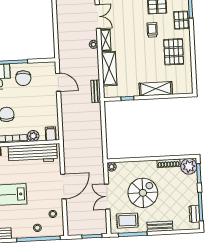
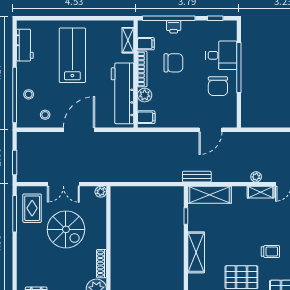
shelving: (109, 69) -> (210, 195), moved
chair: (23, 78) -> (218, 86), turned -94
door: (63, 186) -> (79, 130), swing flipped
double door: (107, 197) -> (63, 184), swing flipped
bench: (160, 226) -> (23, 249), removed

